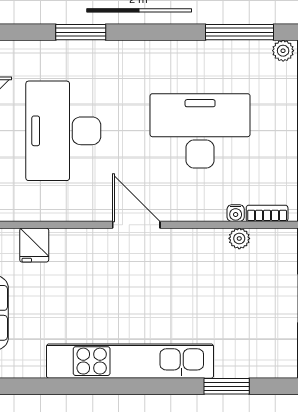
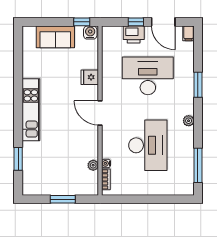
plant: (283, 51) -> (189, 121), moved
door: (136, 225) -> (100, 113), swing flipped
fridge: (34, 245) -> (90, 77), moved
kitchen unit: (130, 361) -> (31, 110), width x0.73

